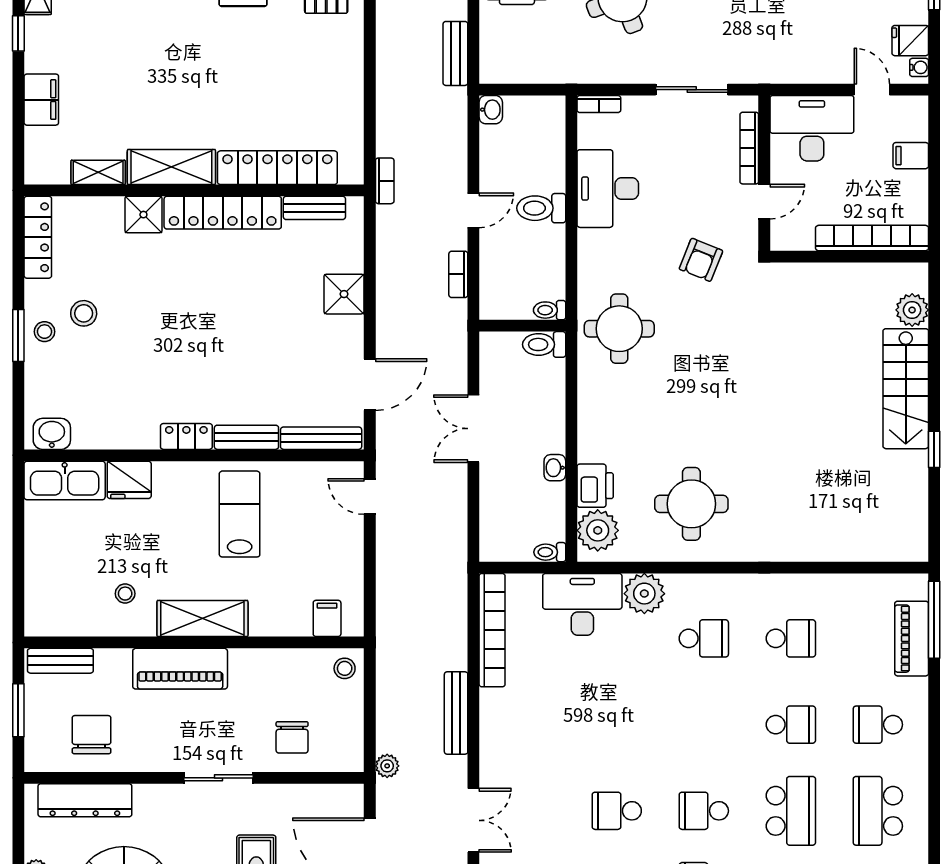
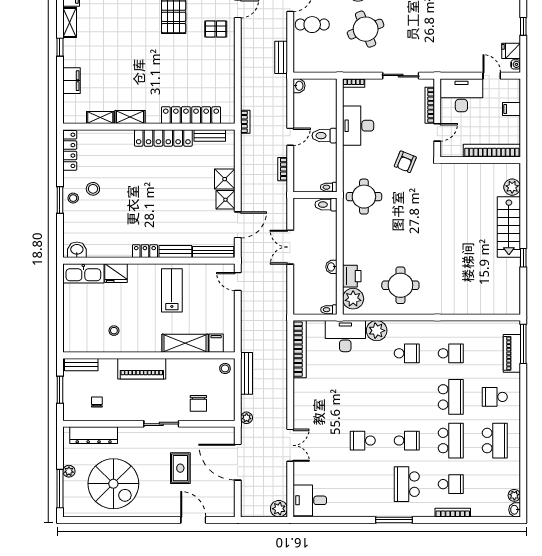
shelving: (171, 167) -> (130, 117), width x0.67, depth x0.75
shower: (143, 215) -> (225, 200), moved
shelving: (202, 619) -> (185, 343), moved
bench: (456, 713) -> (246, 373), moved
school desk: (791, 725) -> (451, 397), width x1.85
chair: (91, 735) -> (97, 402), width x0.54, depth x0.54
school desk: (704, 811) -> (407, 441), turned 180
school desk: (878, 811) -> (495, 441), turned 180

